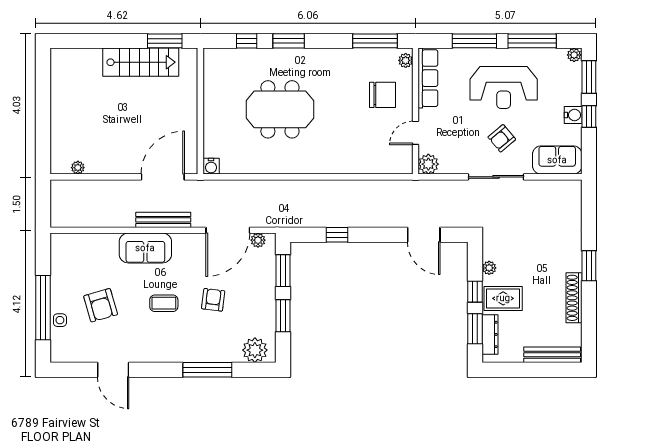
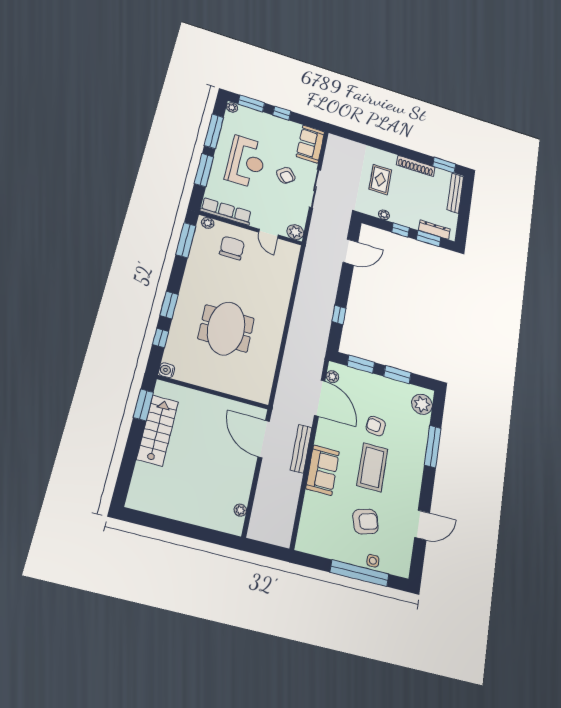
water cooler: (573, 115) -> (278, 123), removed
water cooler: (211, 166) -> (167, 370), moved, turned 180
window: (589, 266) -> (444, 165), moved
rug: (503, 298) -> (380, 180), moved
coffee table: (164, 303) -> (372, 467), width x1.86, depth x1.72

